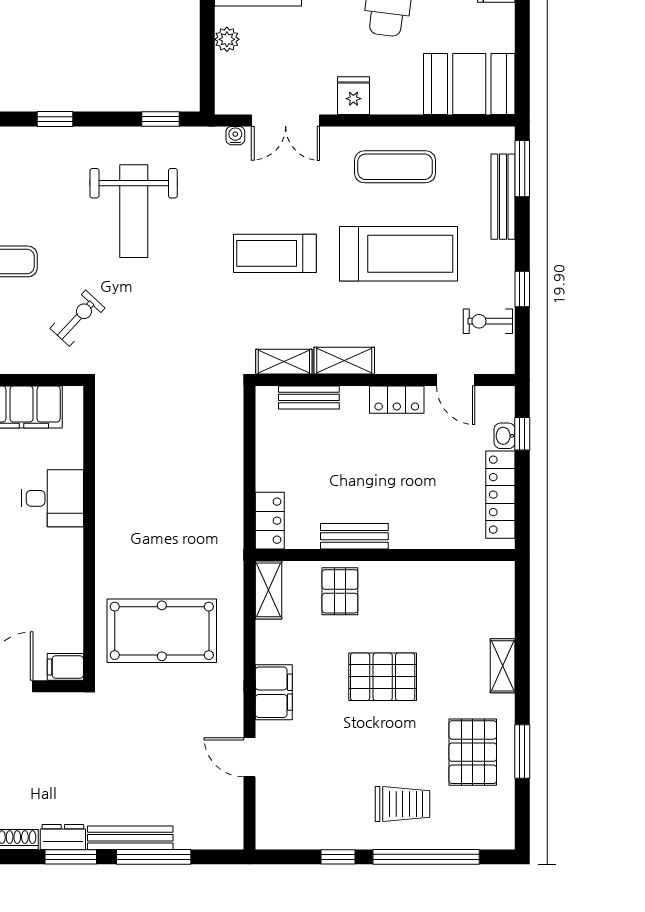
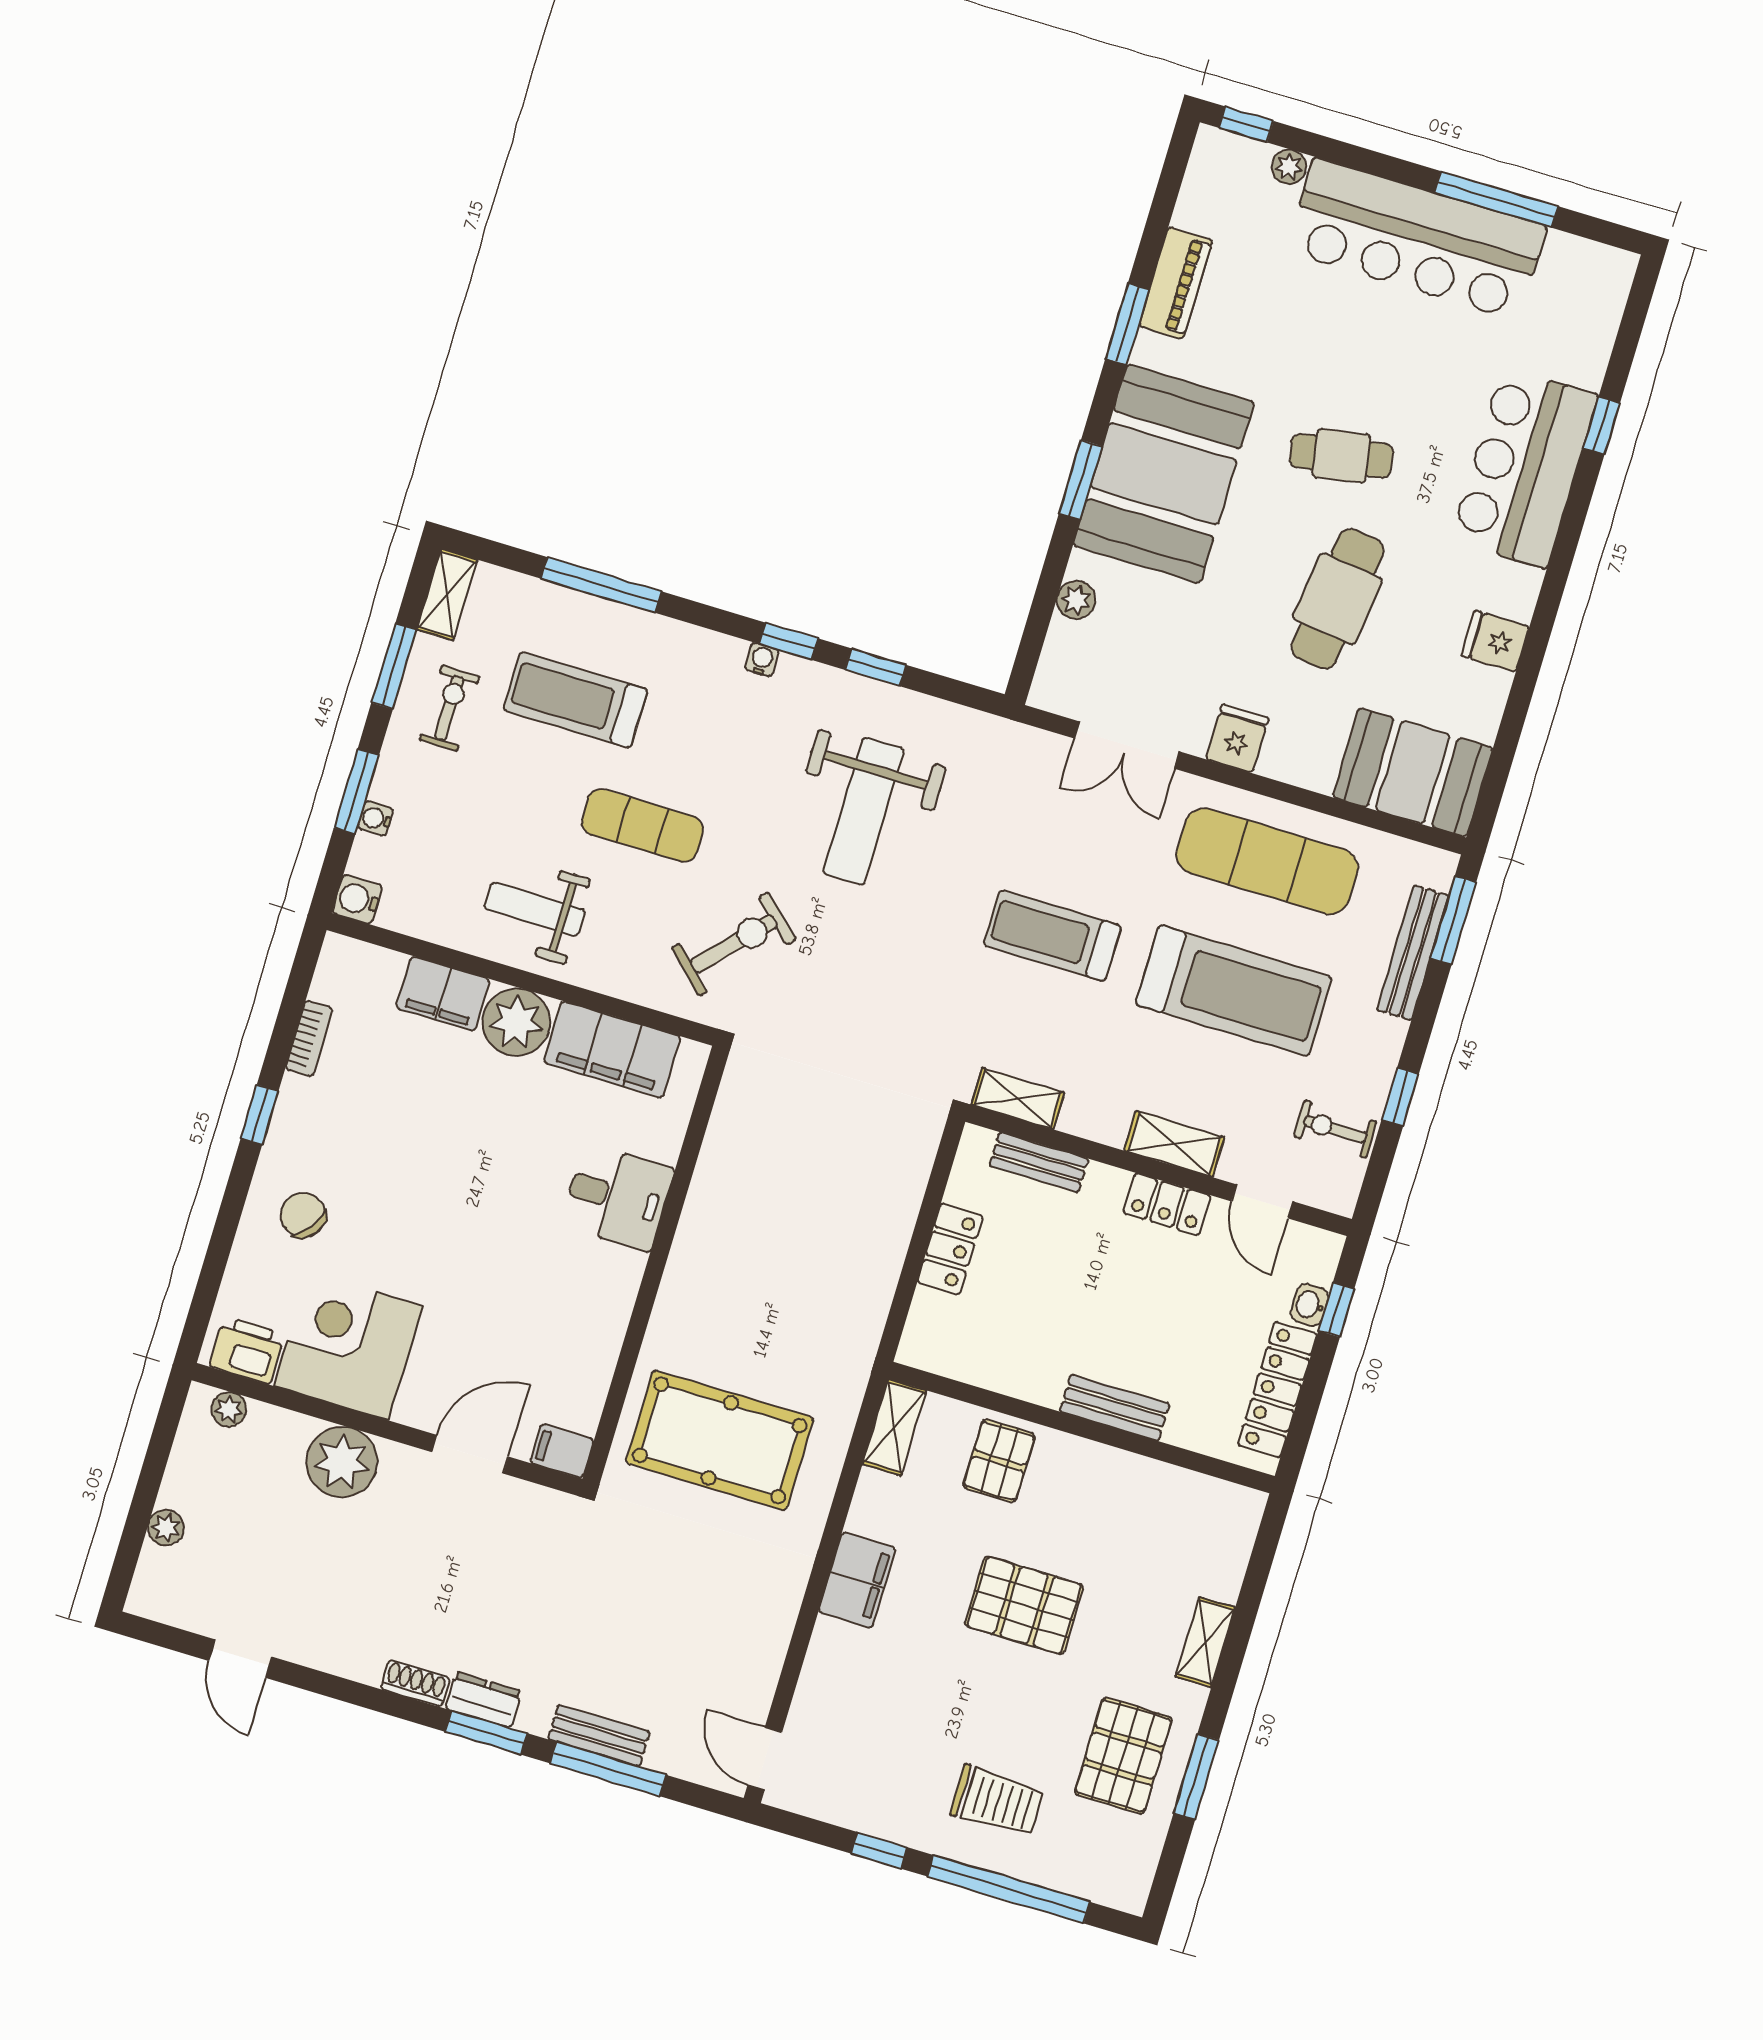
window: (160, 119) -> (876, 667), moved
water cooler: (235, 136) -> (762, 660), moved
exercise mat: (395, 167) -> (1267, 861), width x1.36, depth x1.45
exercise bike: (78, 318) -> (734, 944), width x1.38, depth x1.39
shelving: (344, 361) -> (1174, 1144), moved
locker: (270, 521) -> (950, 1249), moved
bench: (354, 536) -> (1115, 1408), moved
door: (250, 757) -> (765, 1759), moved
bench: (130, 838) -> (599, 1735), width x0.73

